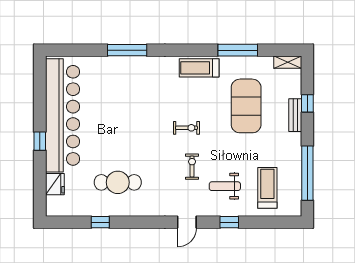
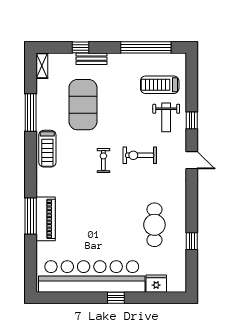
piano: (124, 66) -> (46, 219), added
exercise mat: (246, 106) -> (83, 105), turned 90
exercise bike: (192, 167) -> (140, 155), width x1.38, depth x1.39
weight bench: (225, 186) -> (166, 117), moved

